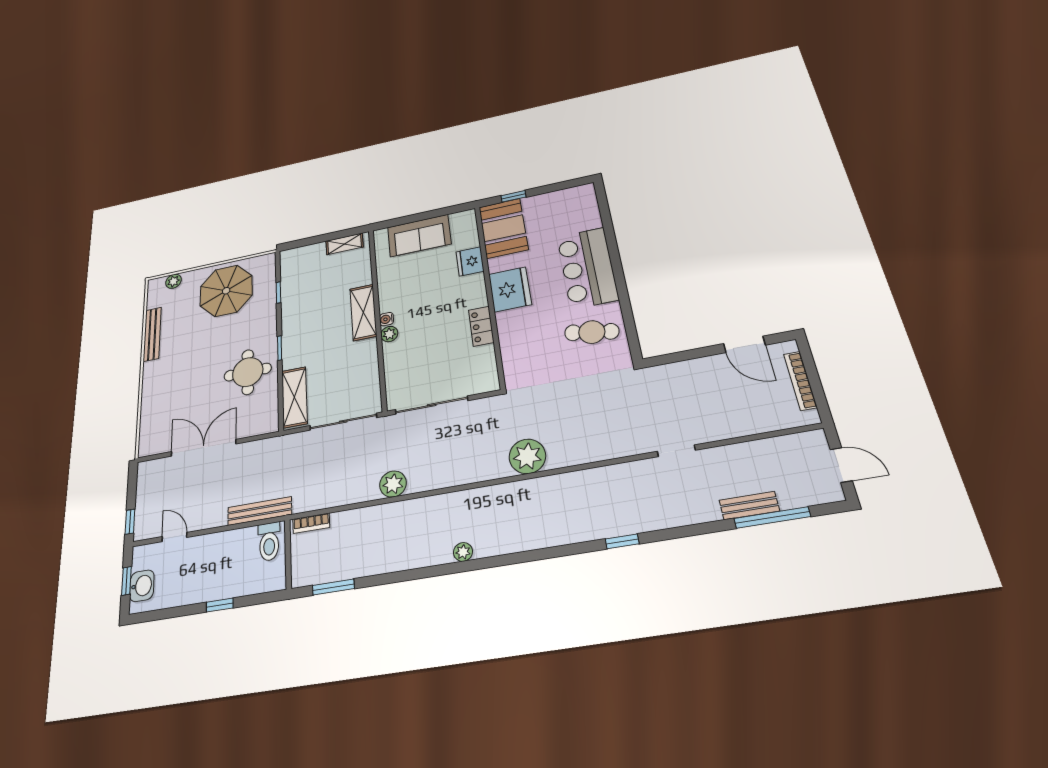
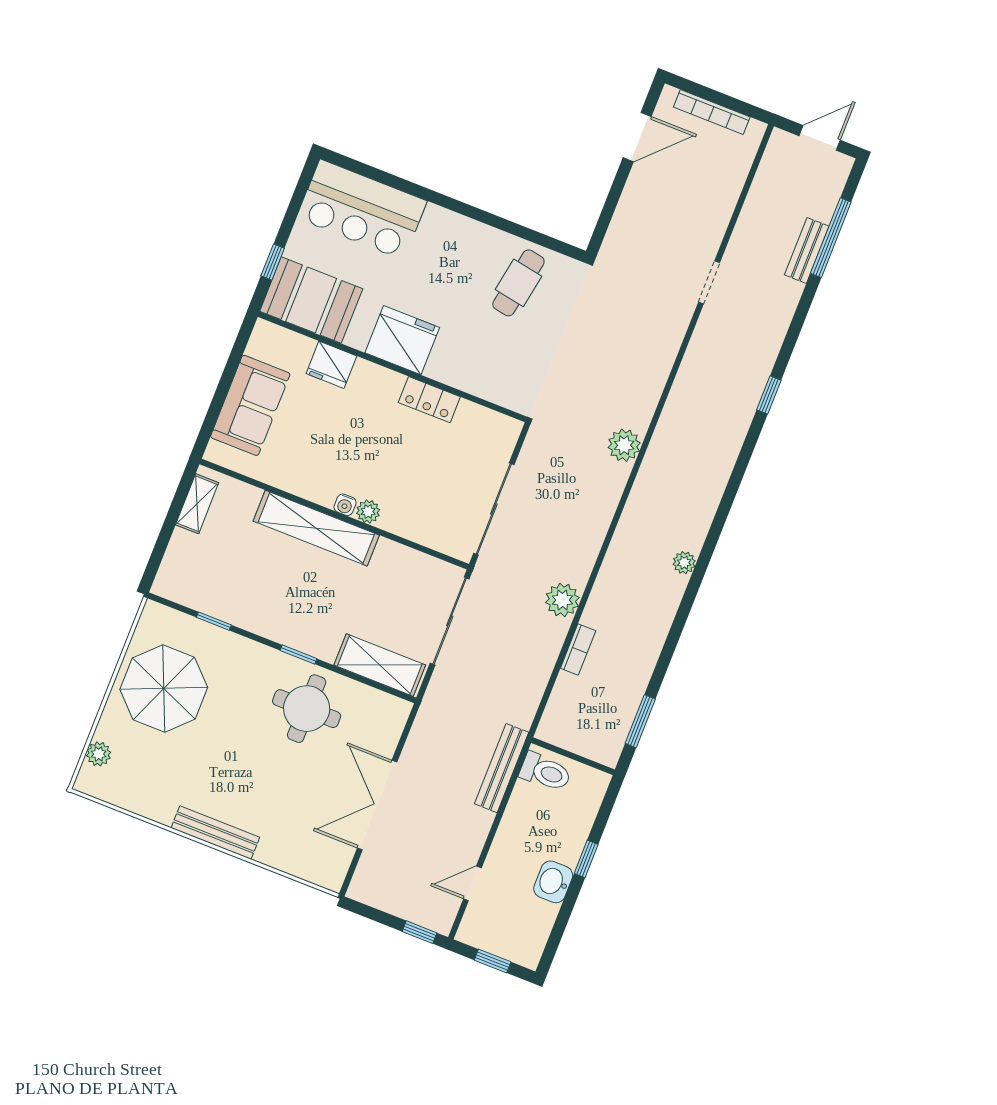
bar counter: (587, 268) -> (362, 210), moved
shelving: (363, 312) -> (316, 528), width x1.47
bench: (152, 334) -> (215, 833), moved
plant: (527, 456) -> (624, 445), width x0.73, depth x0.73
bookcase: (311, 523) -> (578, 649), moved
washbasin: (142, 586) -> (553, 882), moved, turned -90

